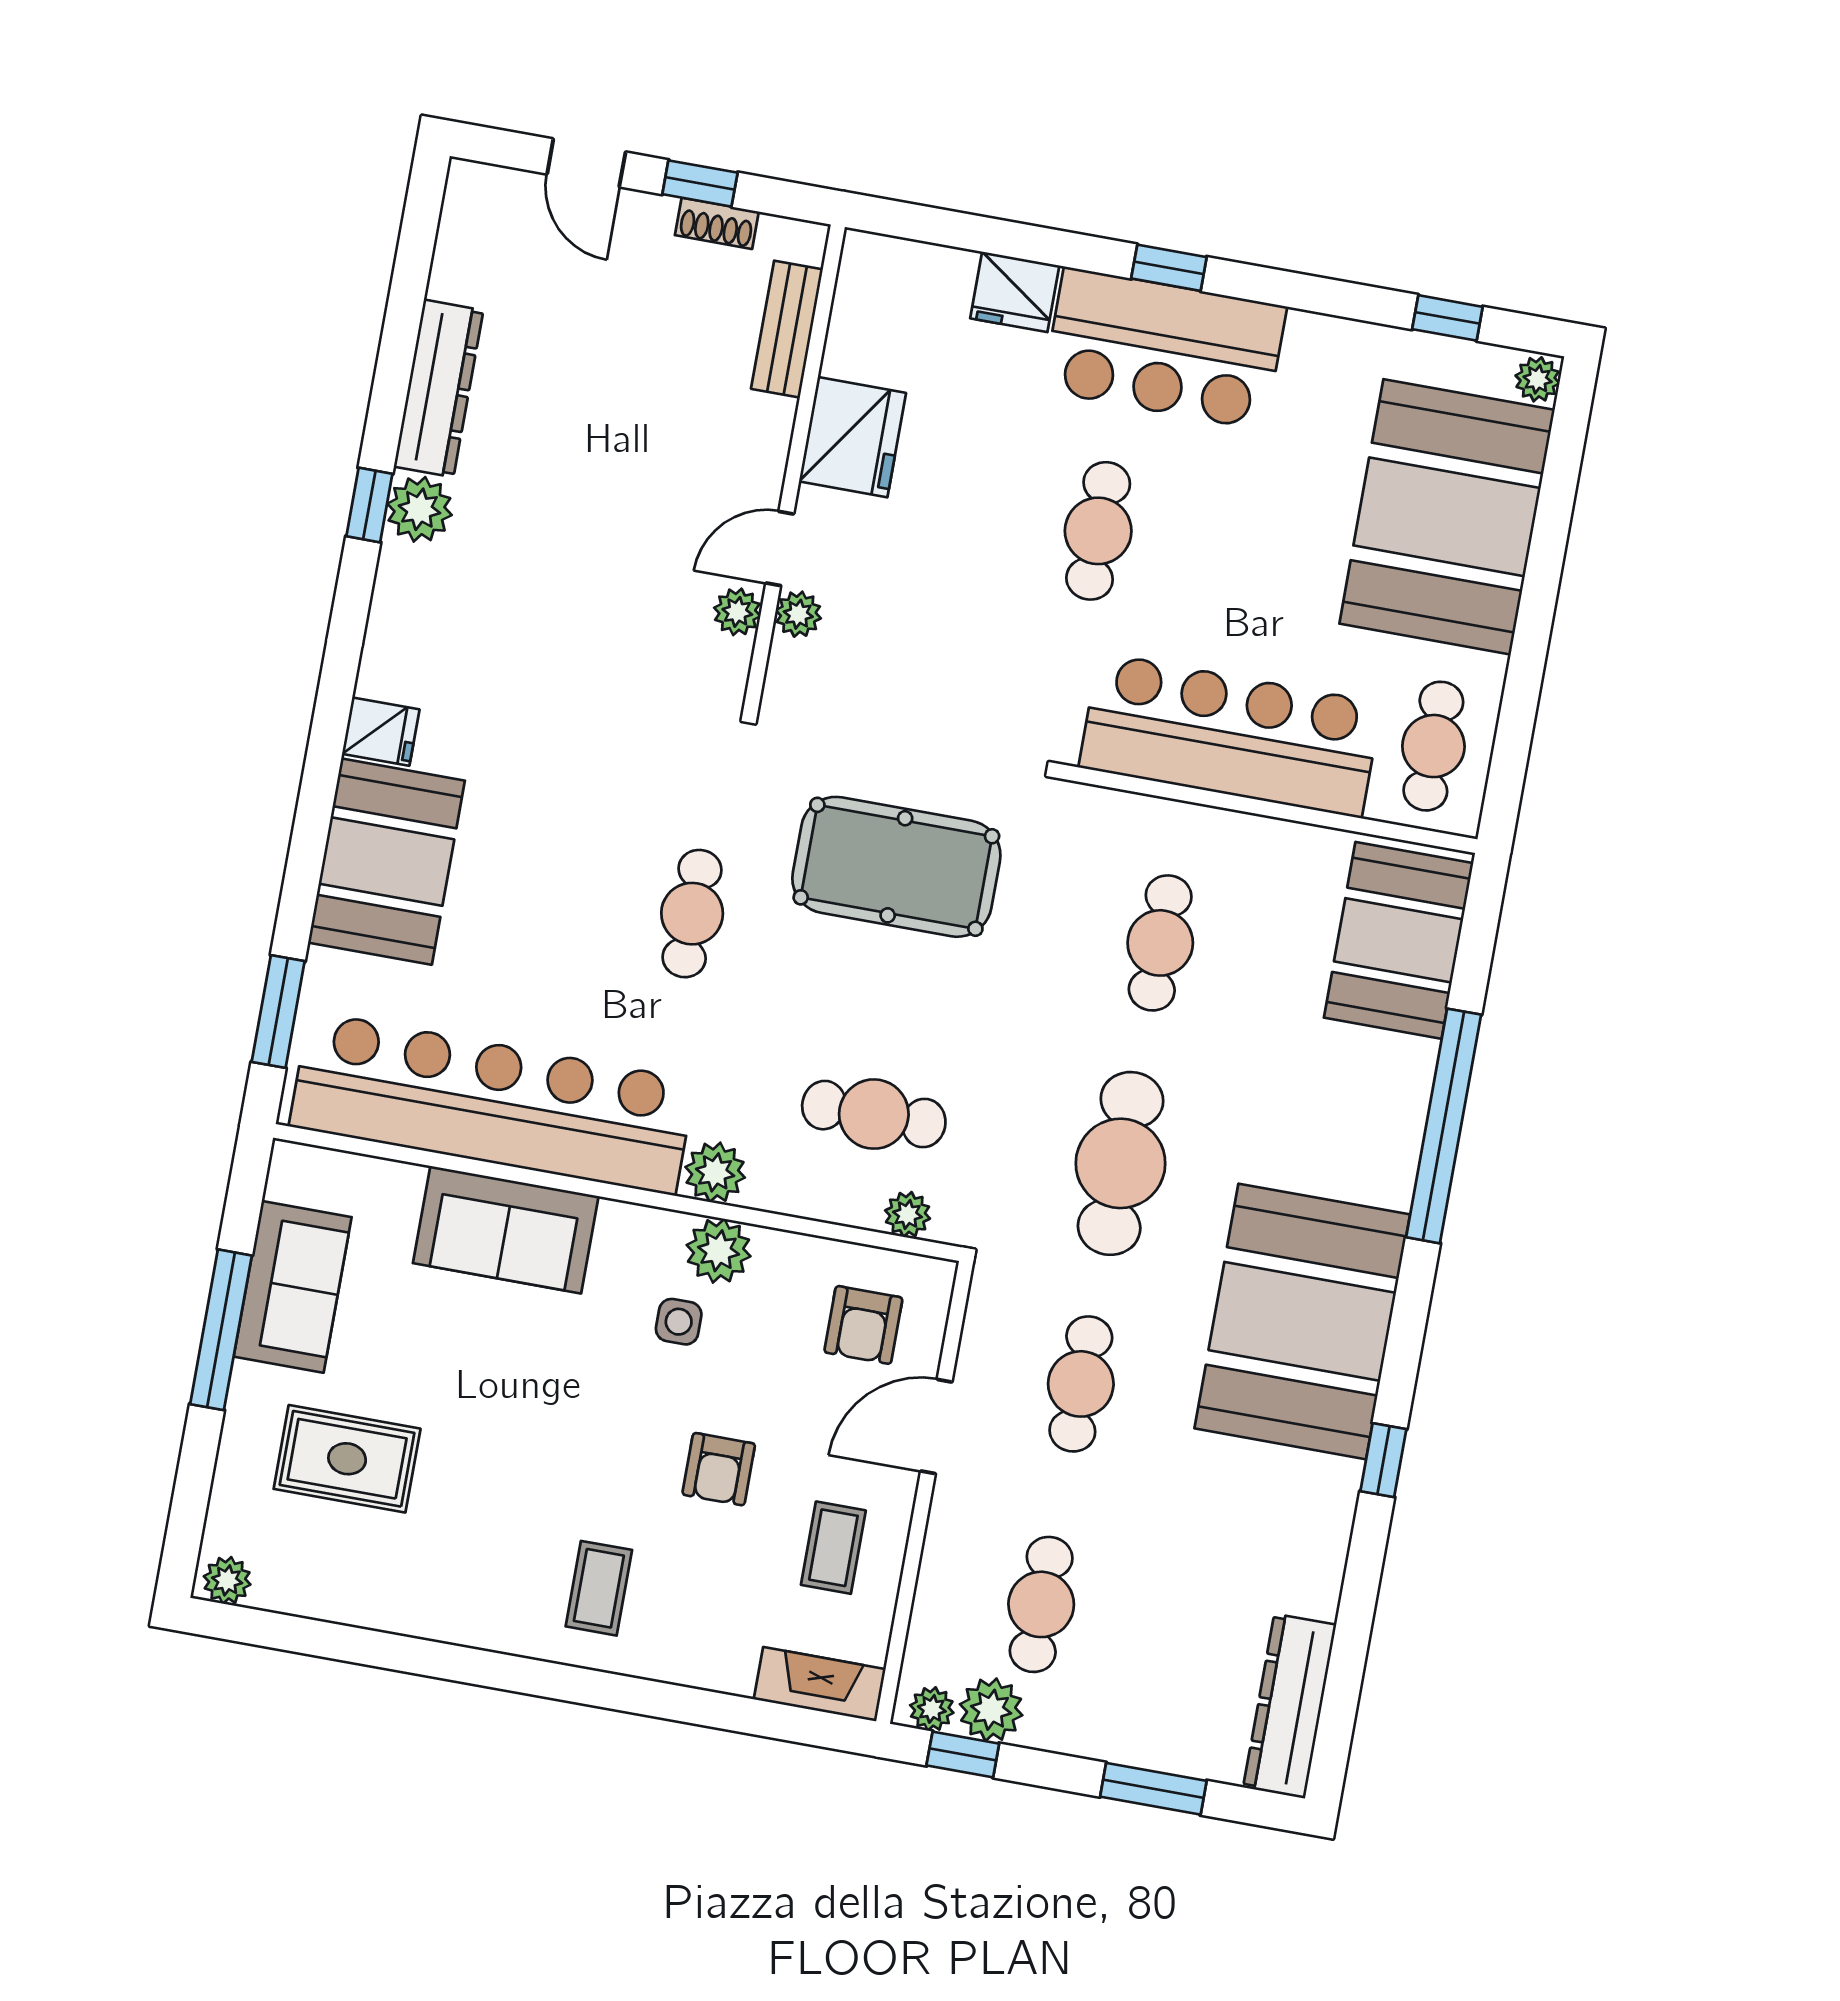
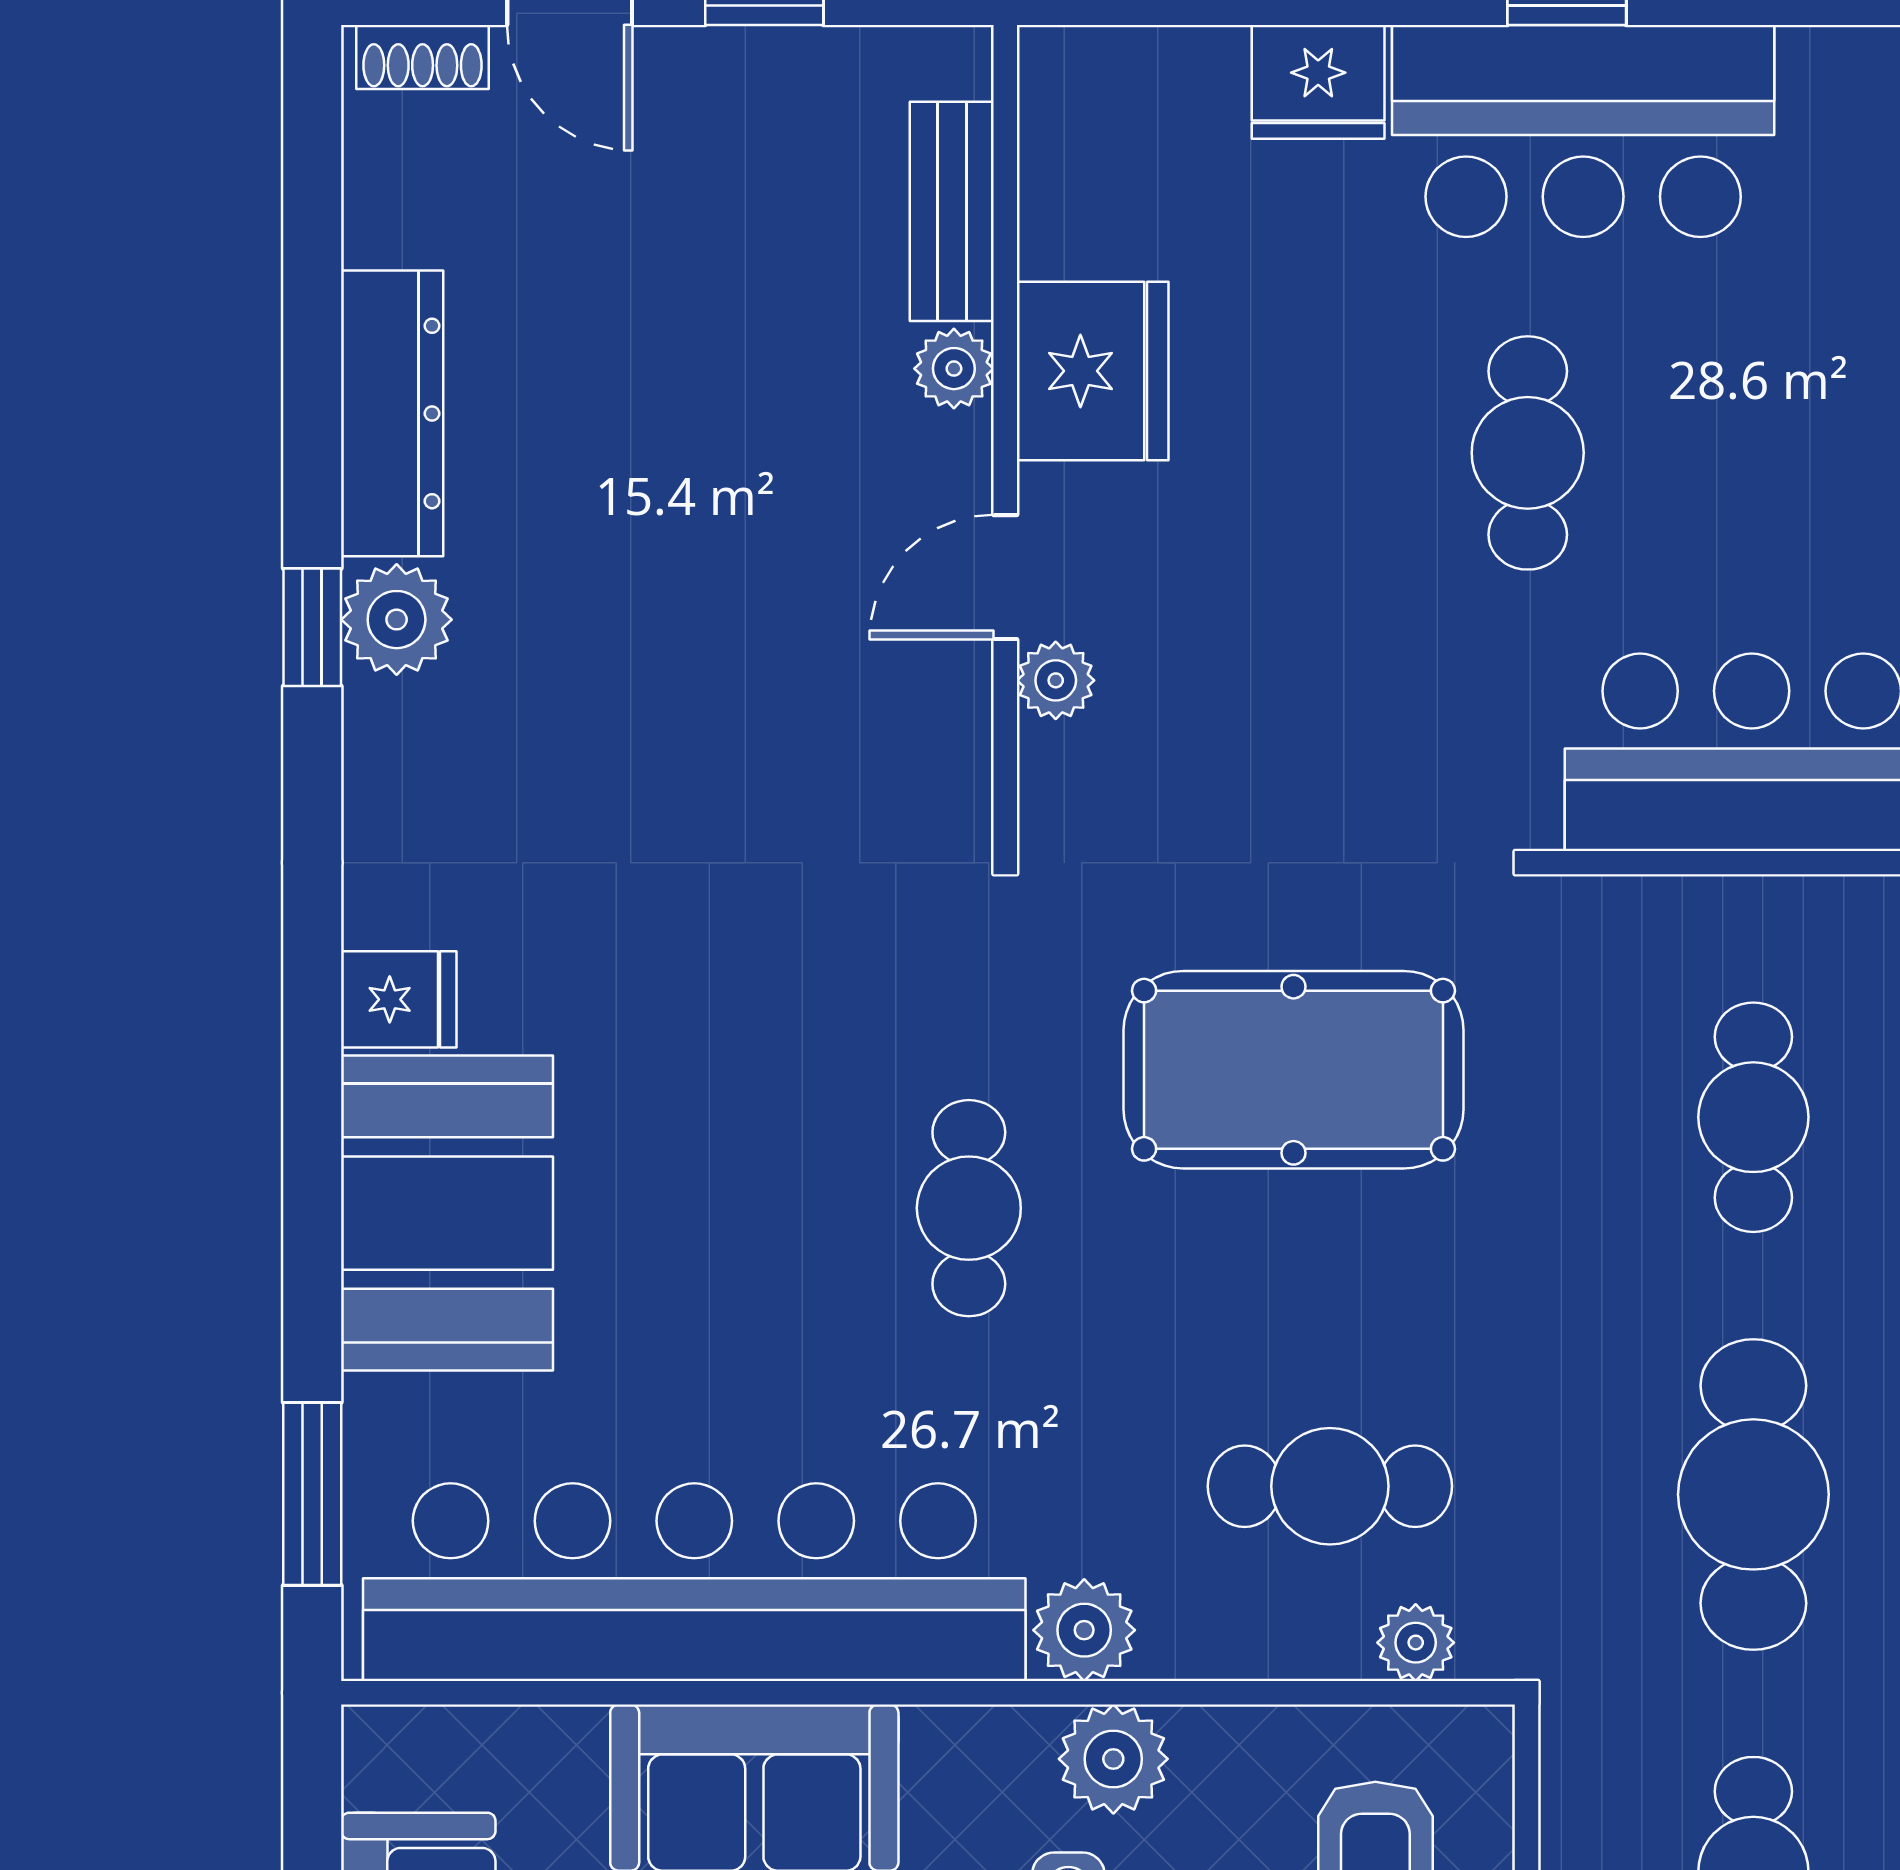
shoe rack: (717, 223) -> (423, 57), moved
plant: (737, 612) -> (954, 369), moved

